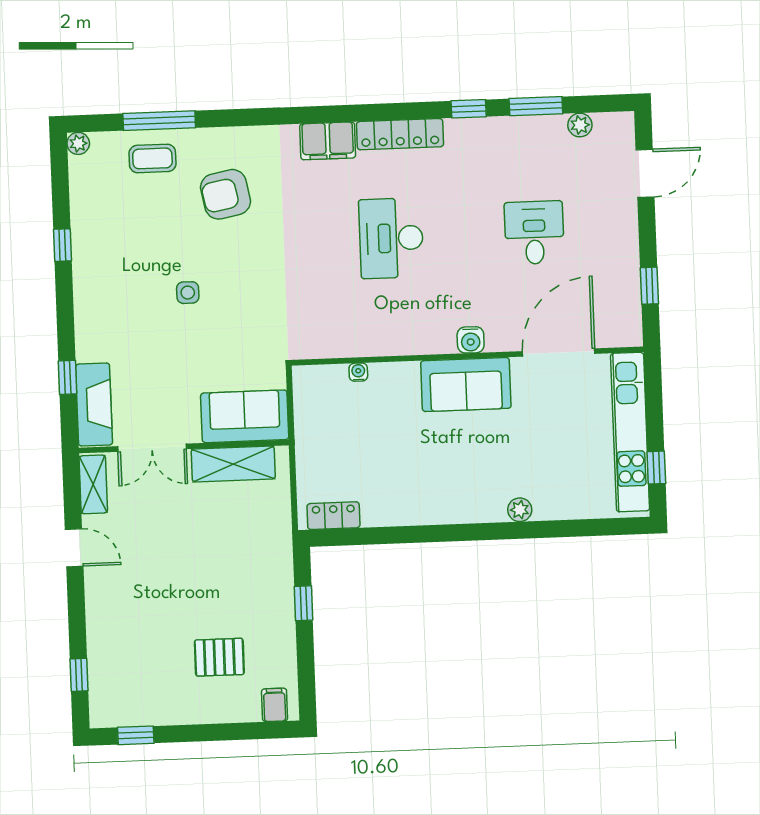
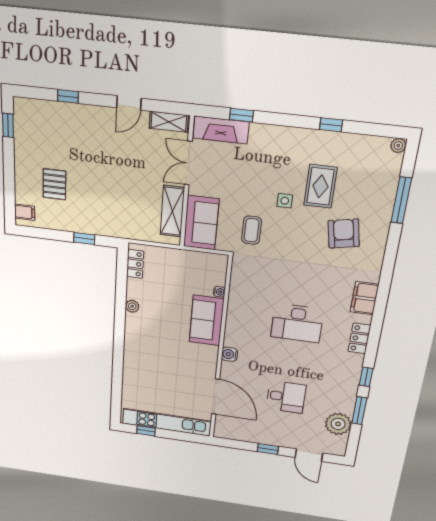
plant: (580, 125) -> (338, 424), width x1.88, depth x1.88
locker: (400, 134) -> (359, 338), width x0.66
coffee table: (152, 158) -> (252, 230), moved
desk: (391, 238) -> (297, 323), turned 180
rug: (157, 243) -> (320, 186), added
window: (649, 286) -> (268, 449), moved
sofa: (466, 384) -> (207, 321), moved
plant: (520, 510) -> (132, 306), moved
window: (79, 675) -> (68, 96), moved

